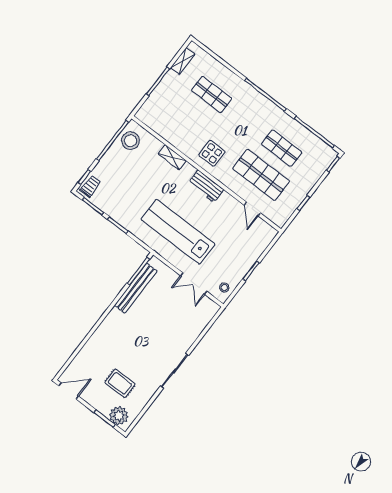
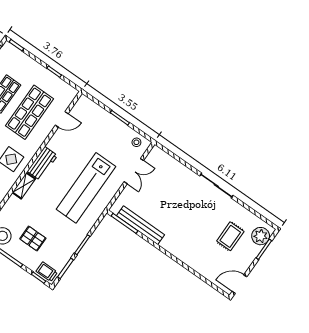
shelving: (172, 157) -> (24, 186), moved
pallet: (126, 173) -> (33, 239), added
door: (69, 391) -> (239, 284), hinge flipped

